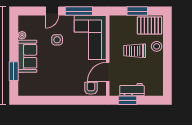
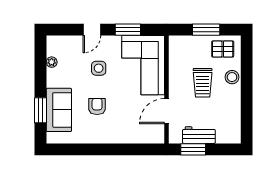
window: (79, 11) -> (128, 30), width x0.69
pallet: (150, 25) -> (223, 49), width x0.67, depth x0.71
trolley: (135, 51) -> (203, 83), turned -90
sofa: (27, 56) -> (59, 110), moved
armchair: (91, 88) -> (97, 106), moved

